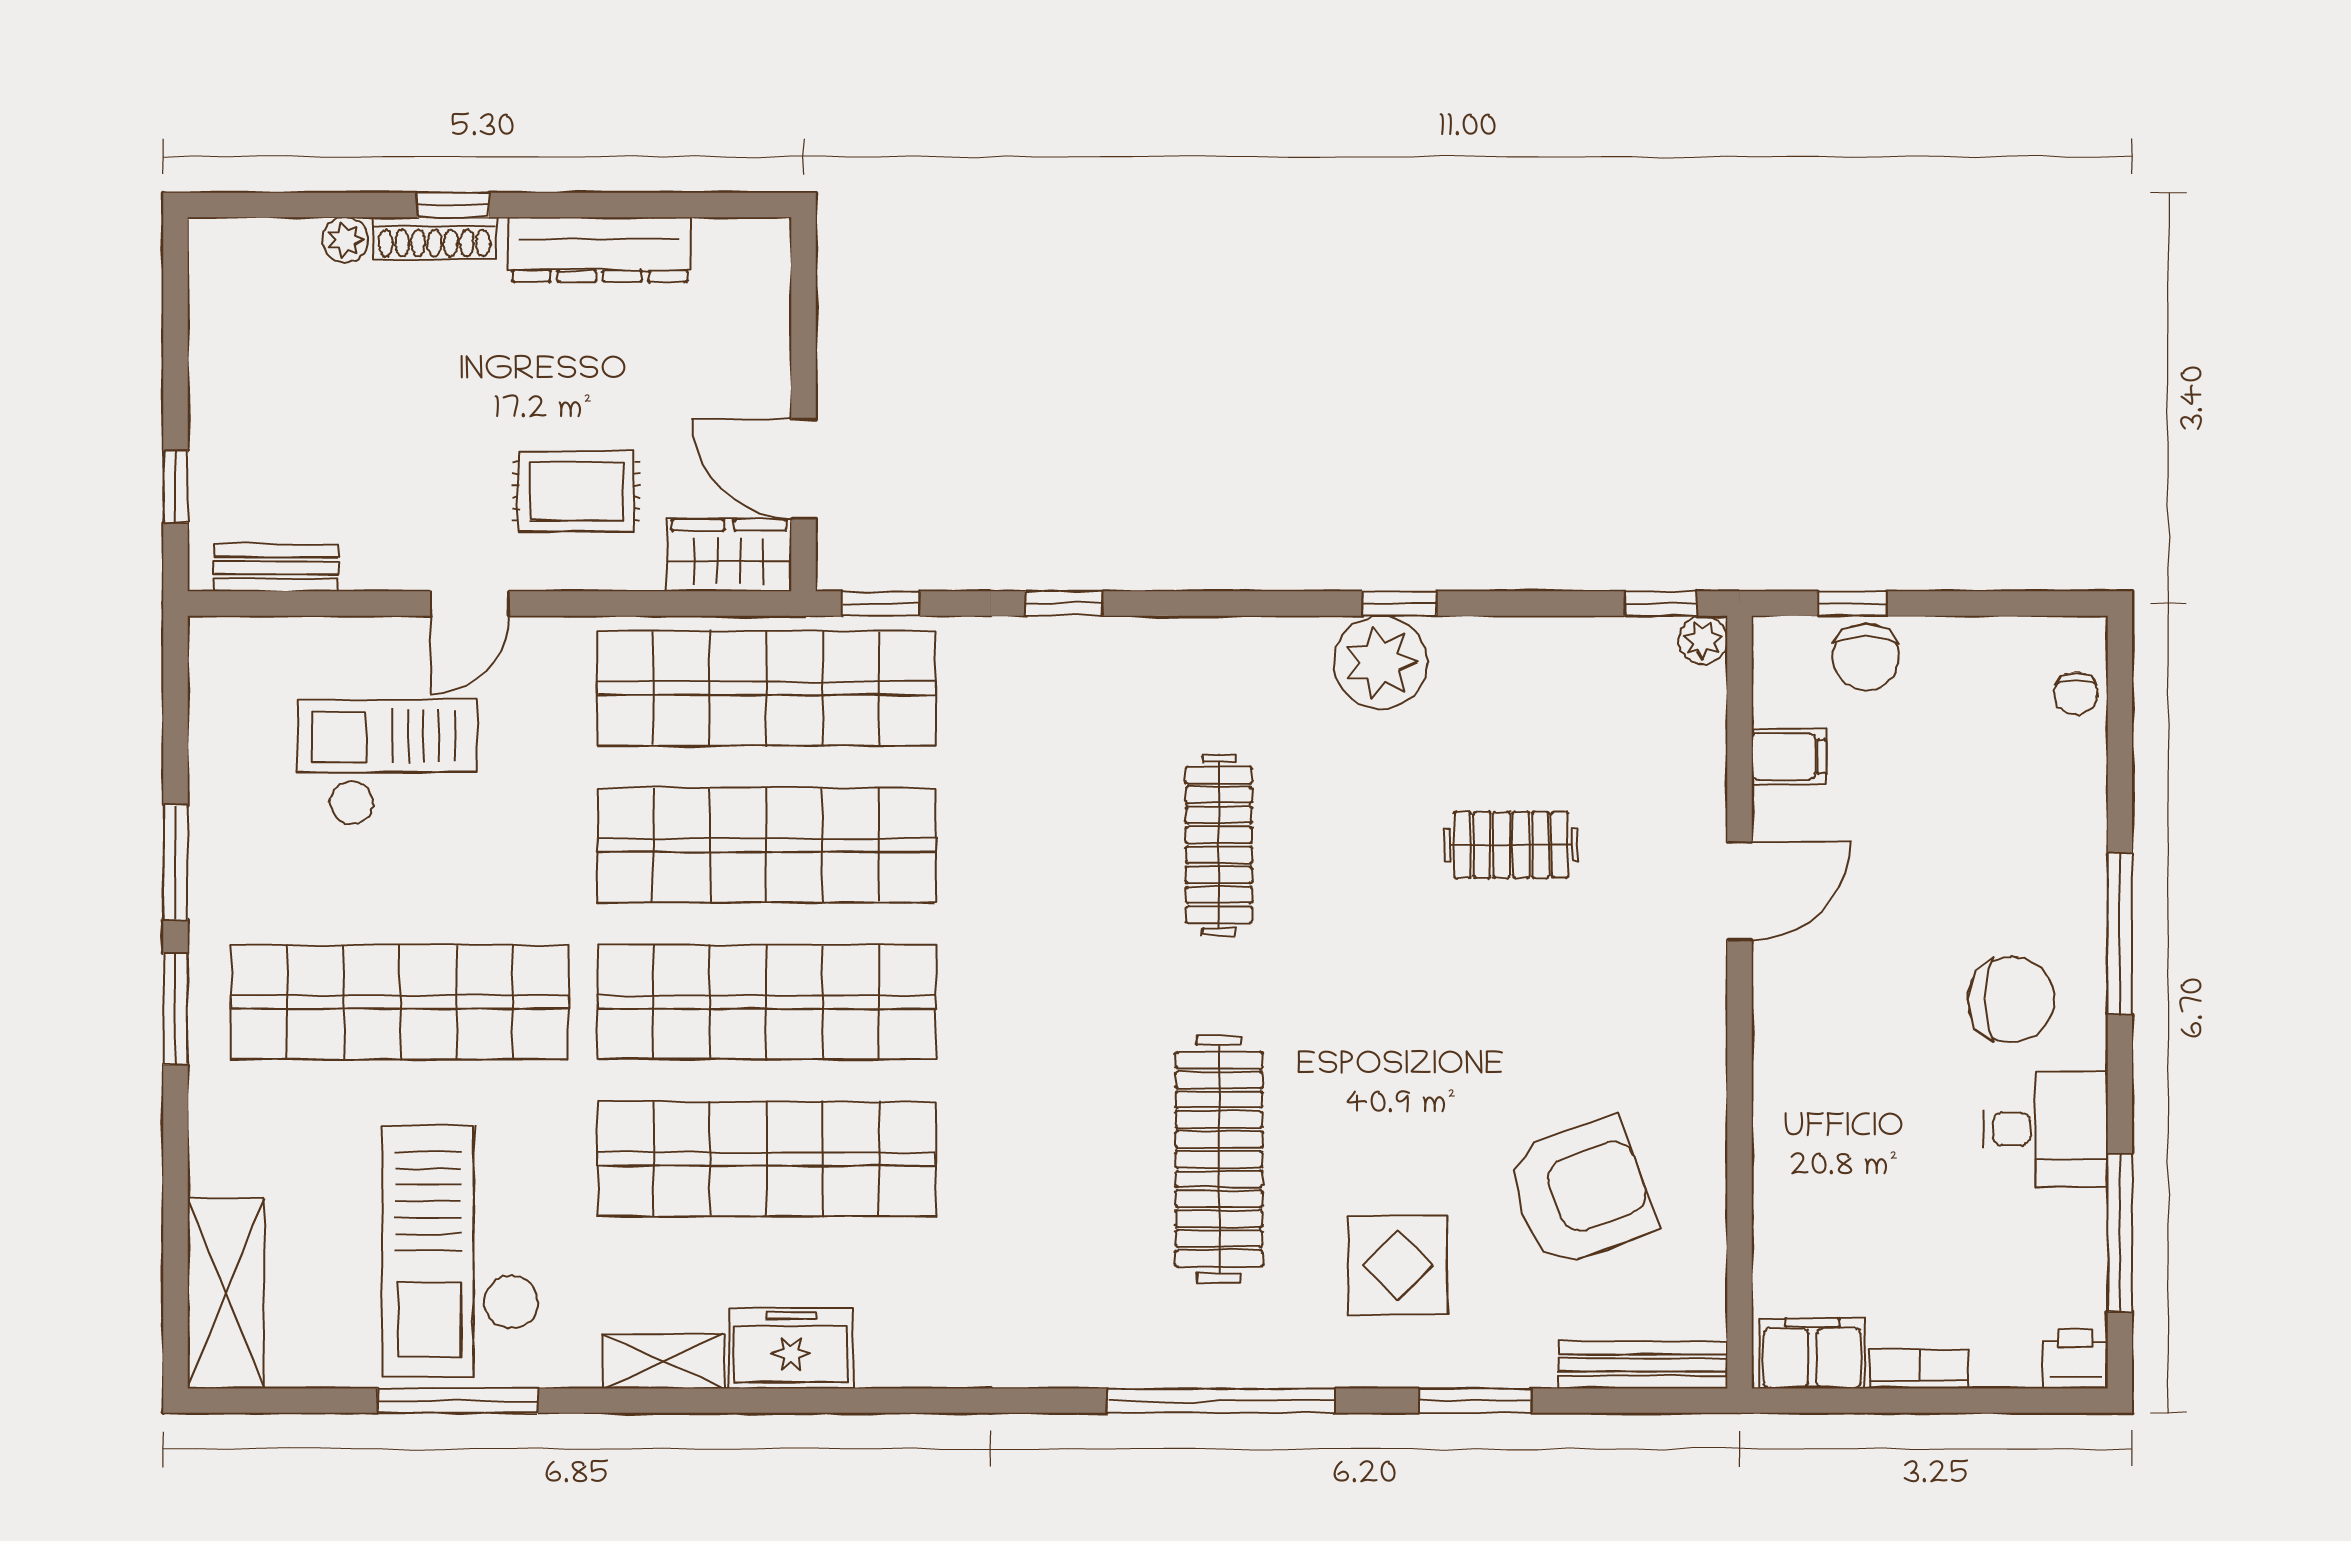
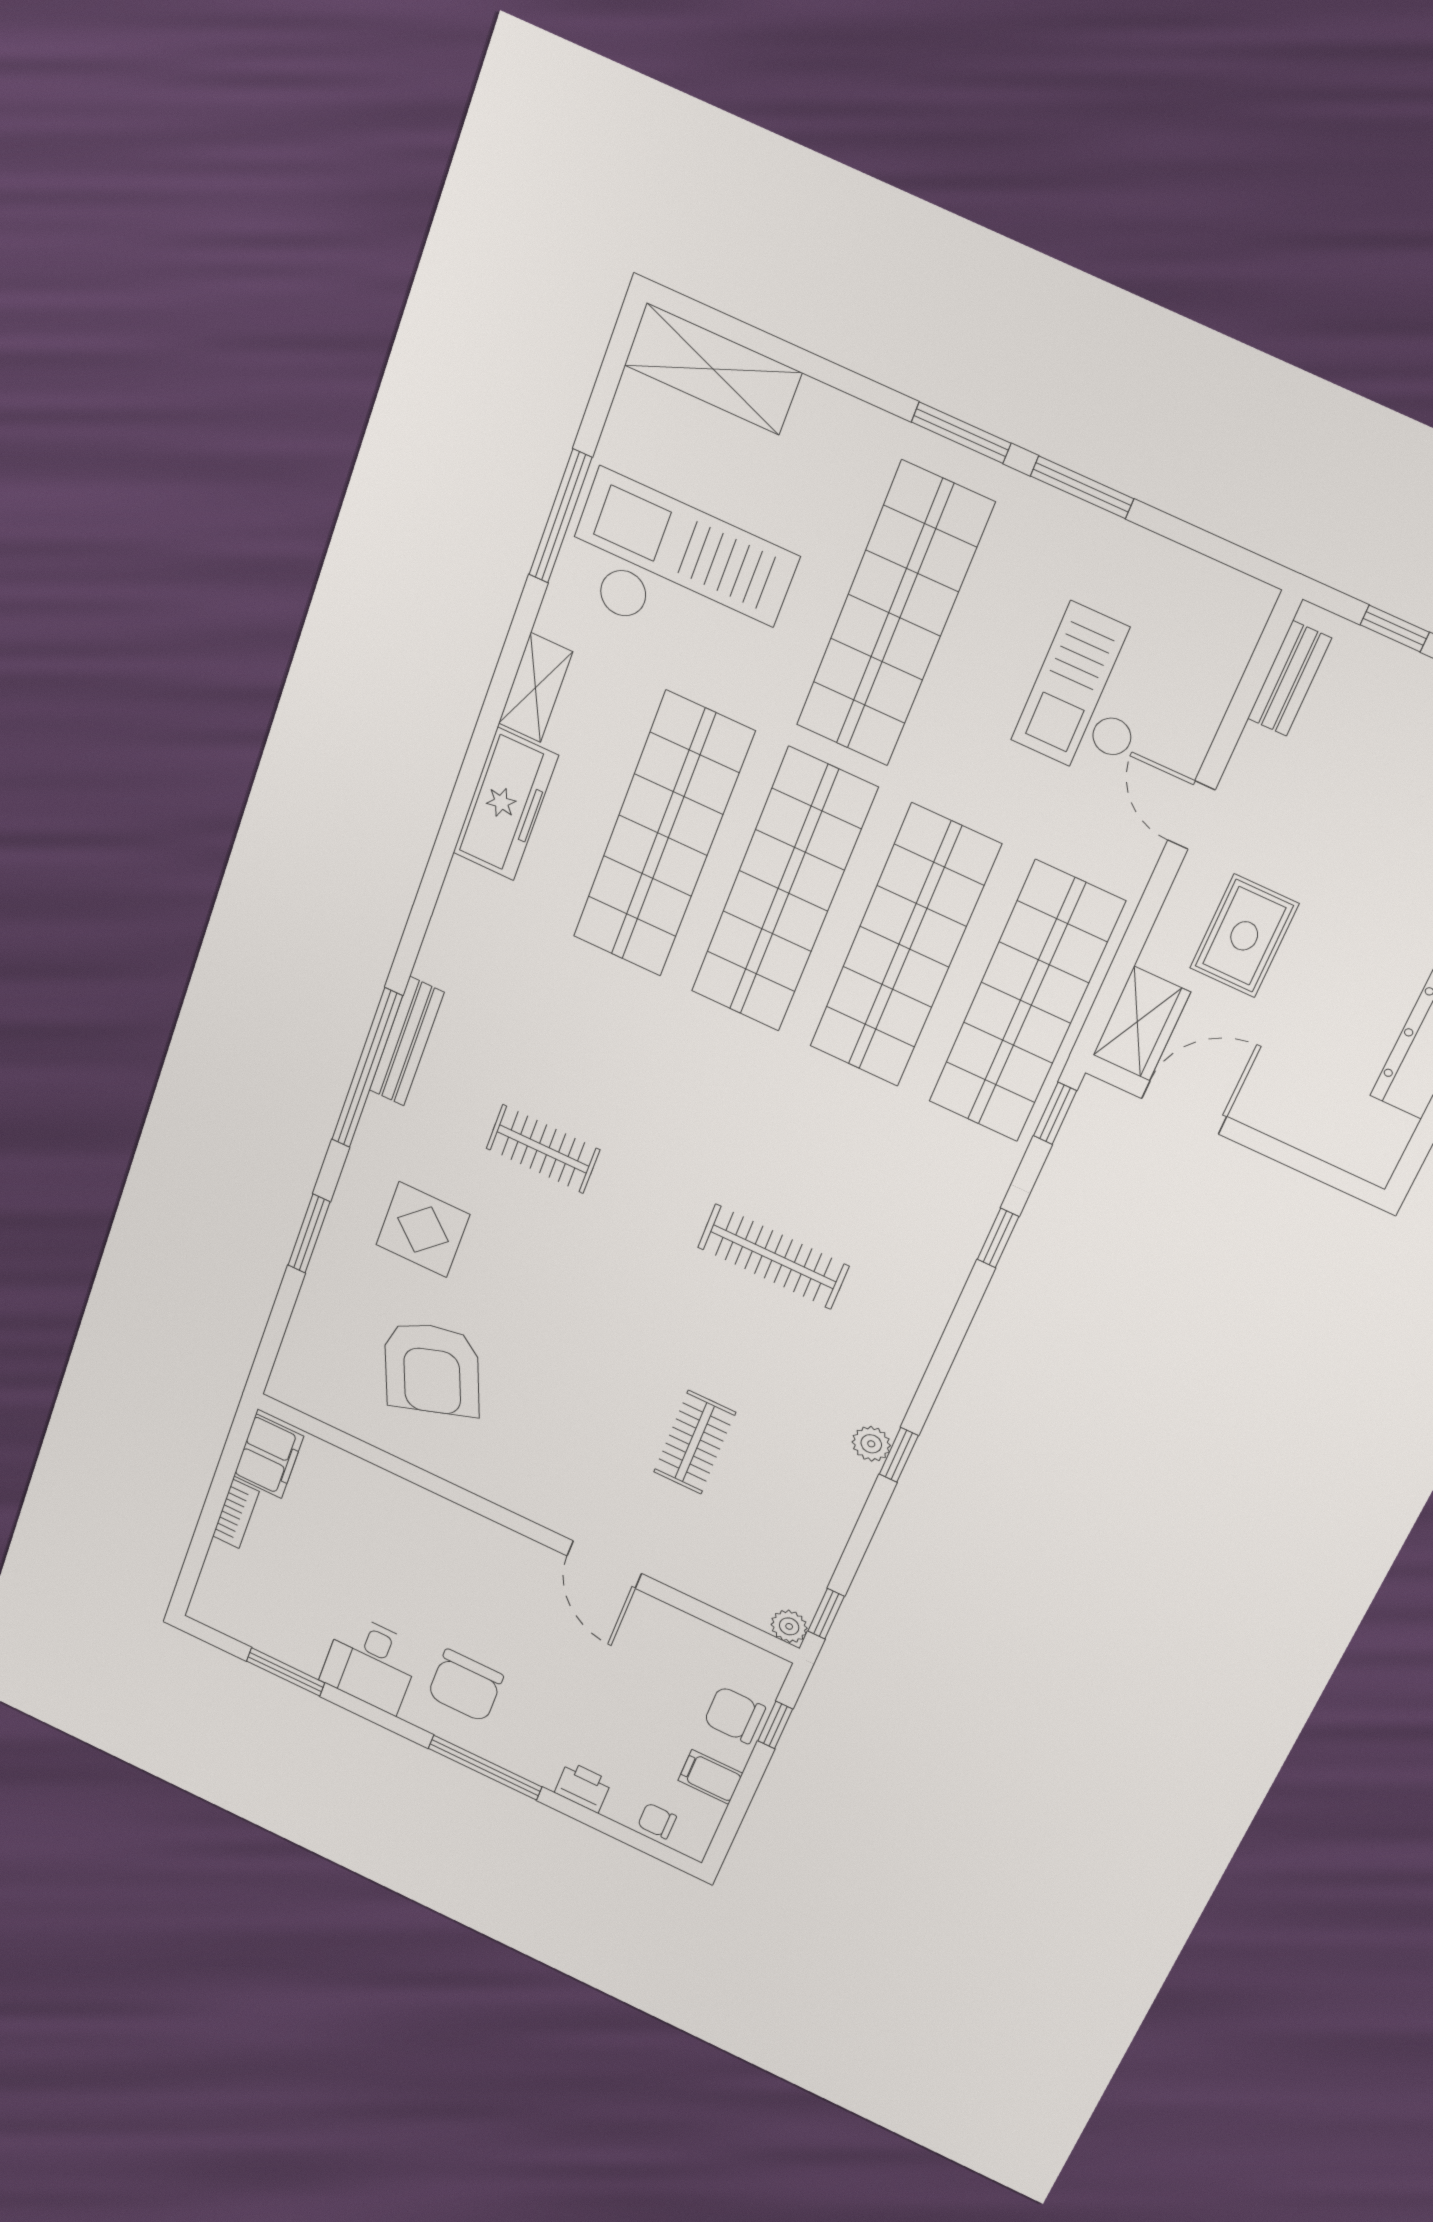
plant: (1380, 662) -> (871, 1444), width x0.53, depth x0.53
filing cabinet: (1789, 756) -> (710, 1777), moved, turned 90
checkout: (388, 762) -> (1091, 694), turned 180
clothes rail: (1219, 1159) -> (543, 1149), width x0.54, depth x0.76
window: (2120, 1233) -> (286, 1672), width x0.69
freezer: (791, 1348) -> (505, 804), width x1.40
printer: (2075, 1359) -> (583, 1787), moved, turned -90
bench: (1643, 1365) -> (407, 1041), moved

